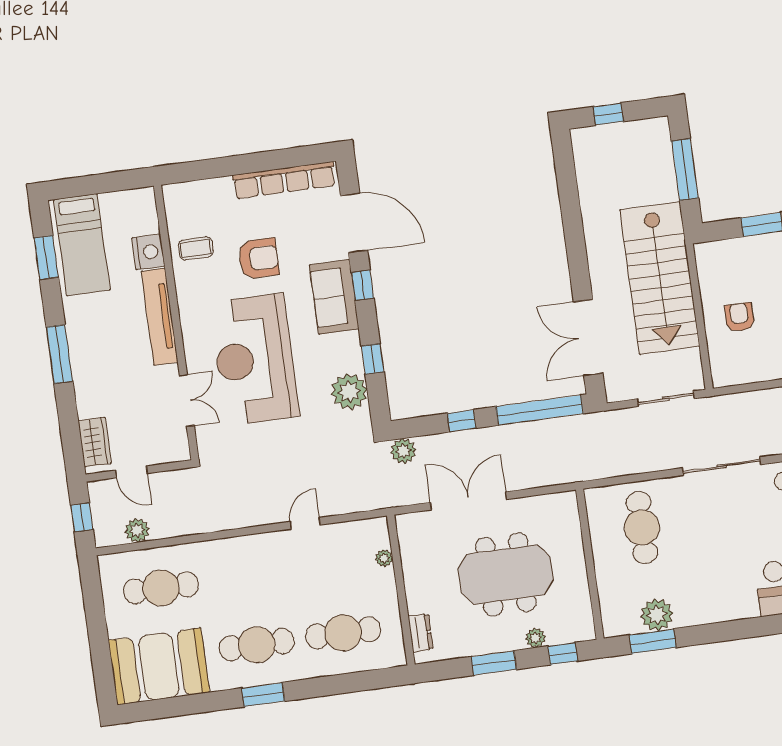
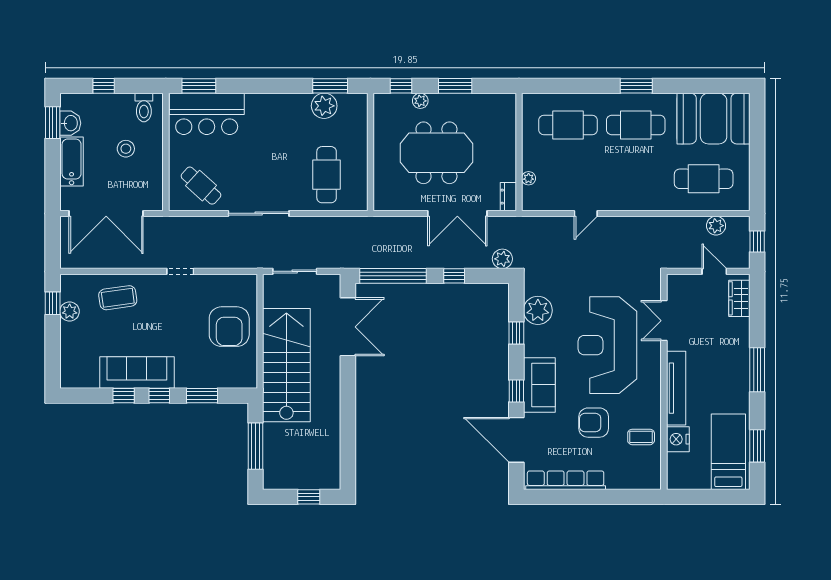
armchair: (739, 317) -> (229, 327), width x1.88, depth x1.88
reception desk: (255, 359) -> (607, 345), turned 180
dresser: (421, 633) -> (508, 197), moved

